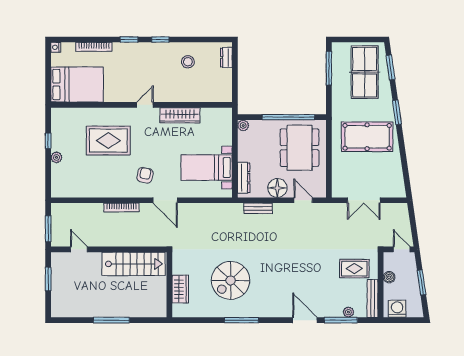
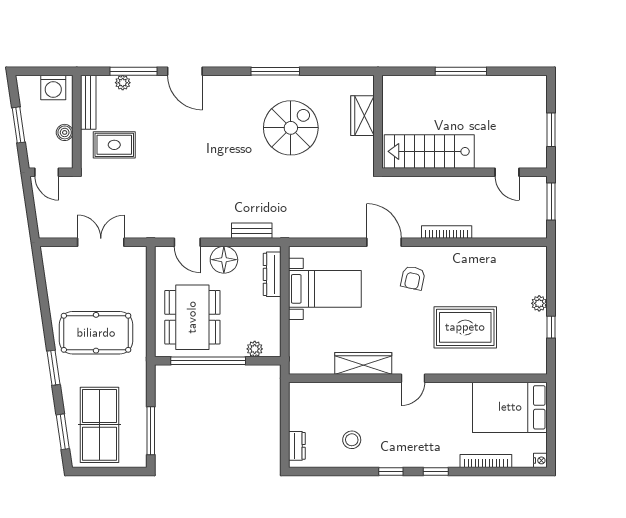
plant: (243, 125) -> (255, 349), moved

